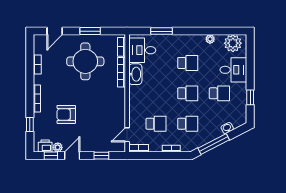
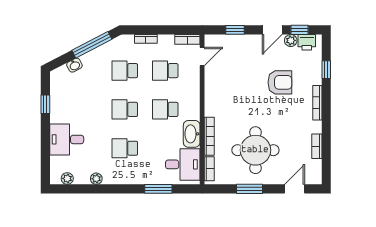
plant: (233, 43) -> (67, 178), width x0.53, depth x0.53
school desk: (219, 93) -> (165, 109), moved

